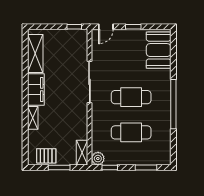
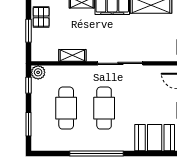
shelving: (82, 153) -> (72, 55), moved

